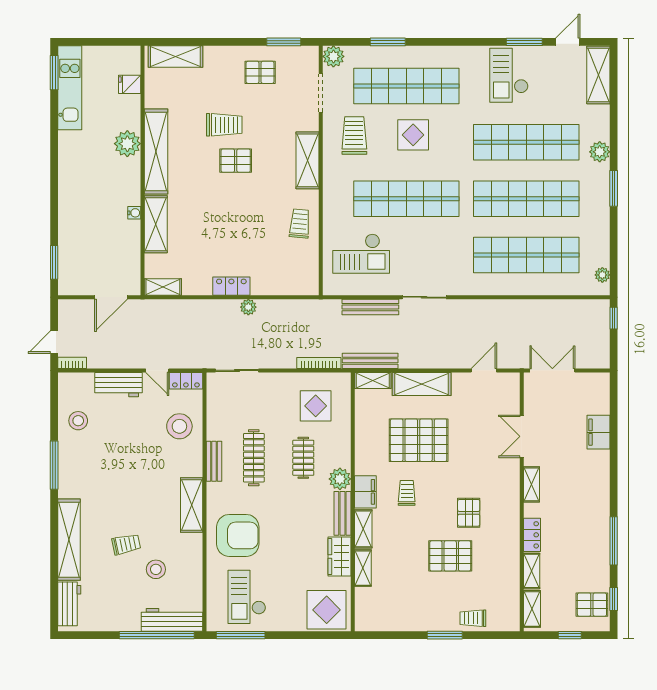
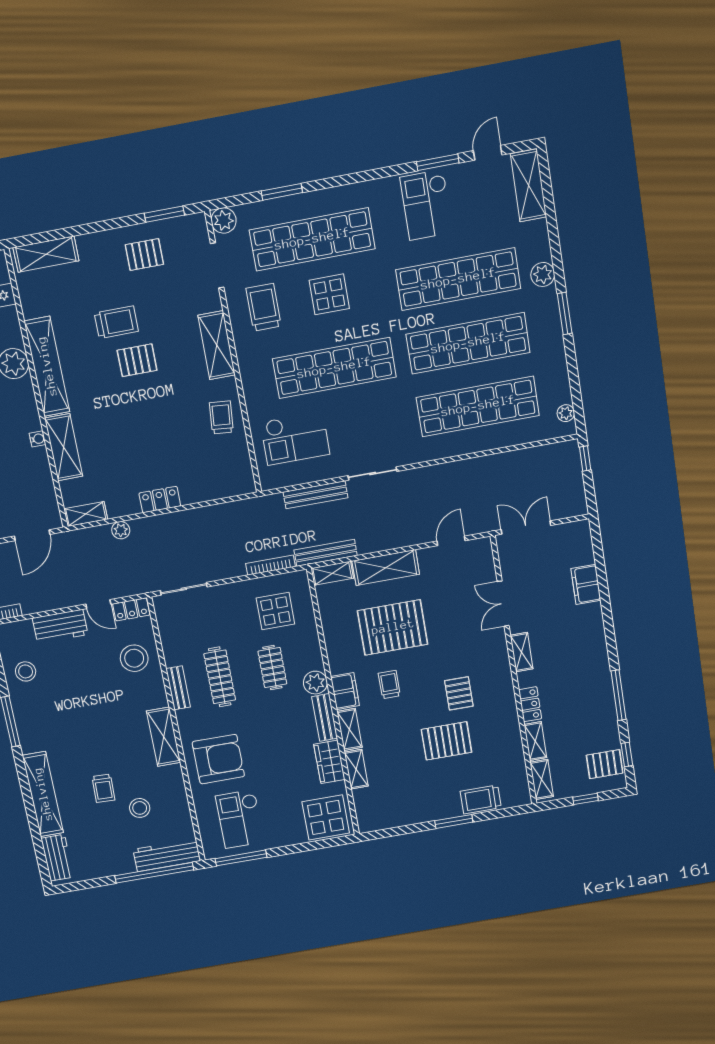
plant: (248, 307) -> (121, 530), moved
trolley: (126, 544) -> (103, 788), turned 104
trolley: (473, 618) -> (481, 799), width x1.36, depth x1.39

